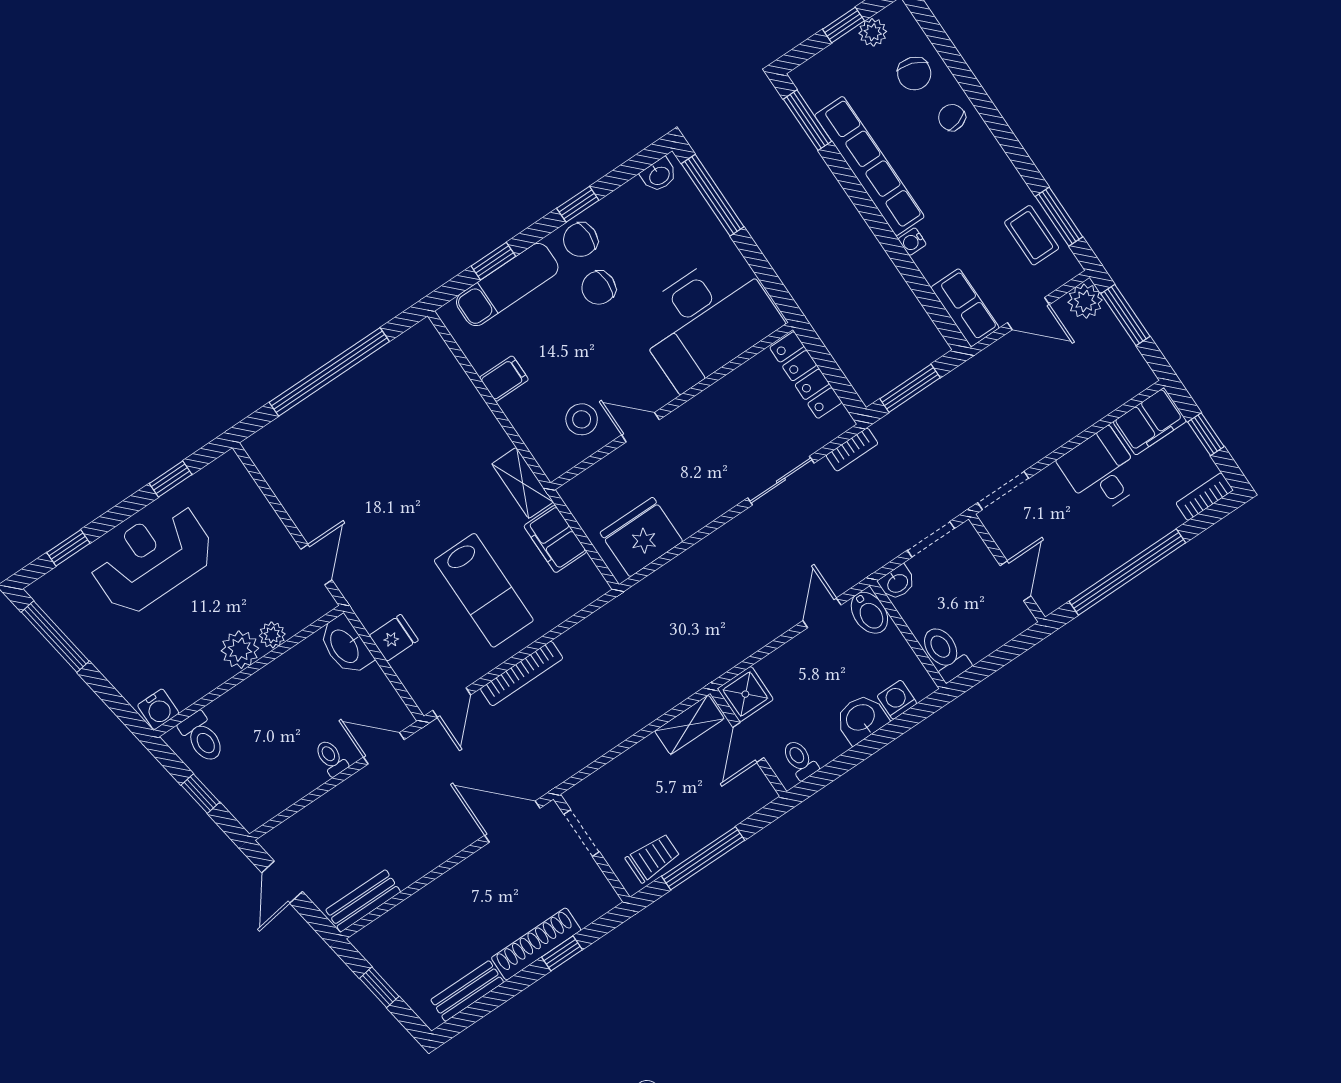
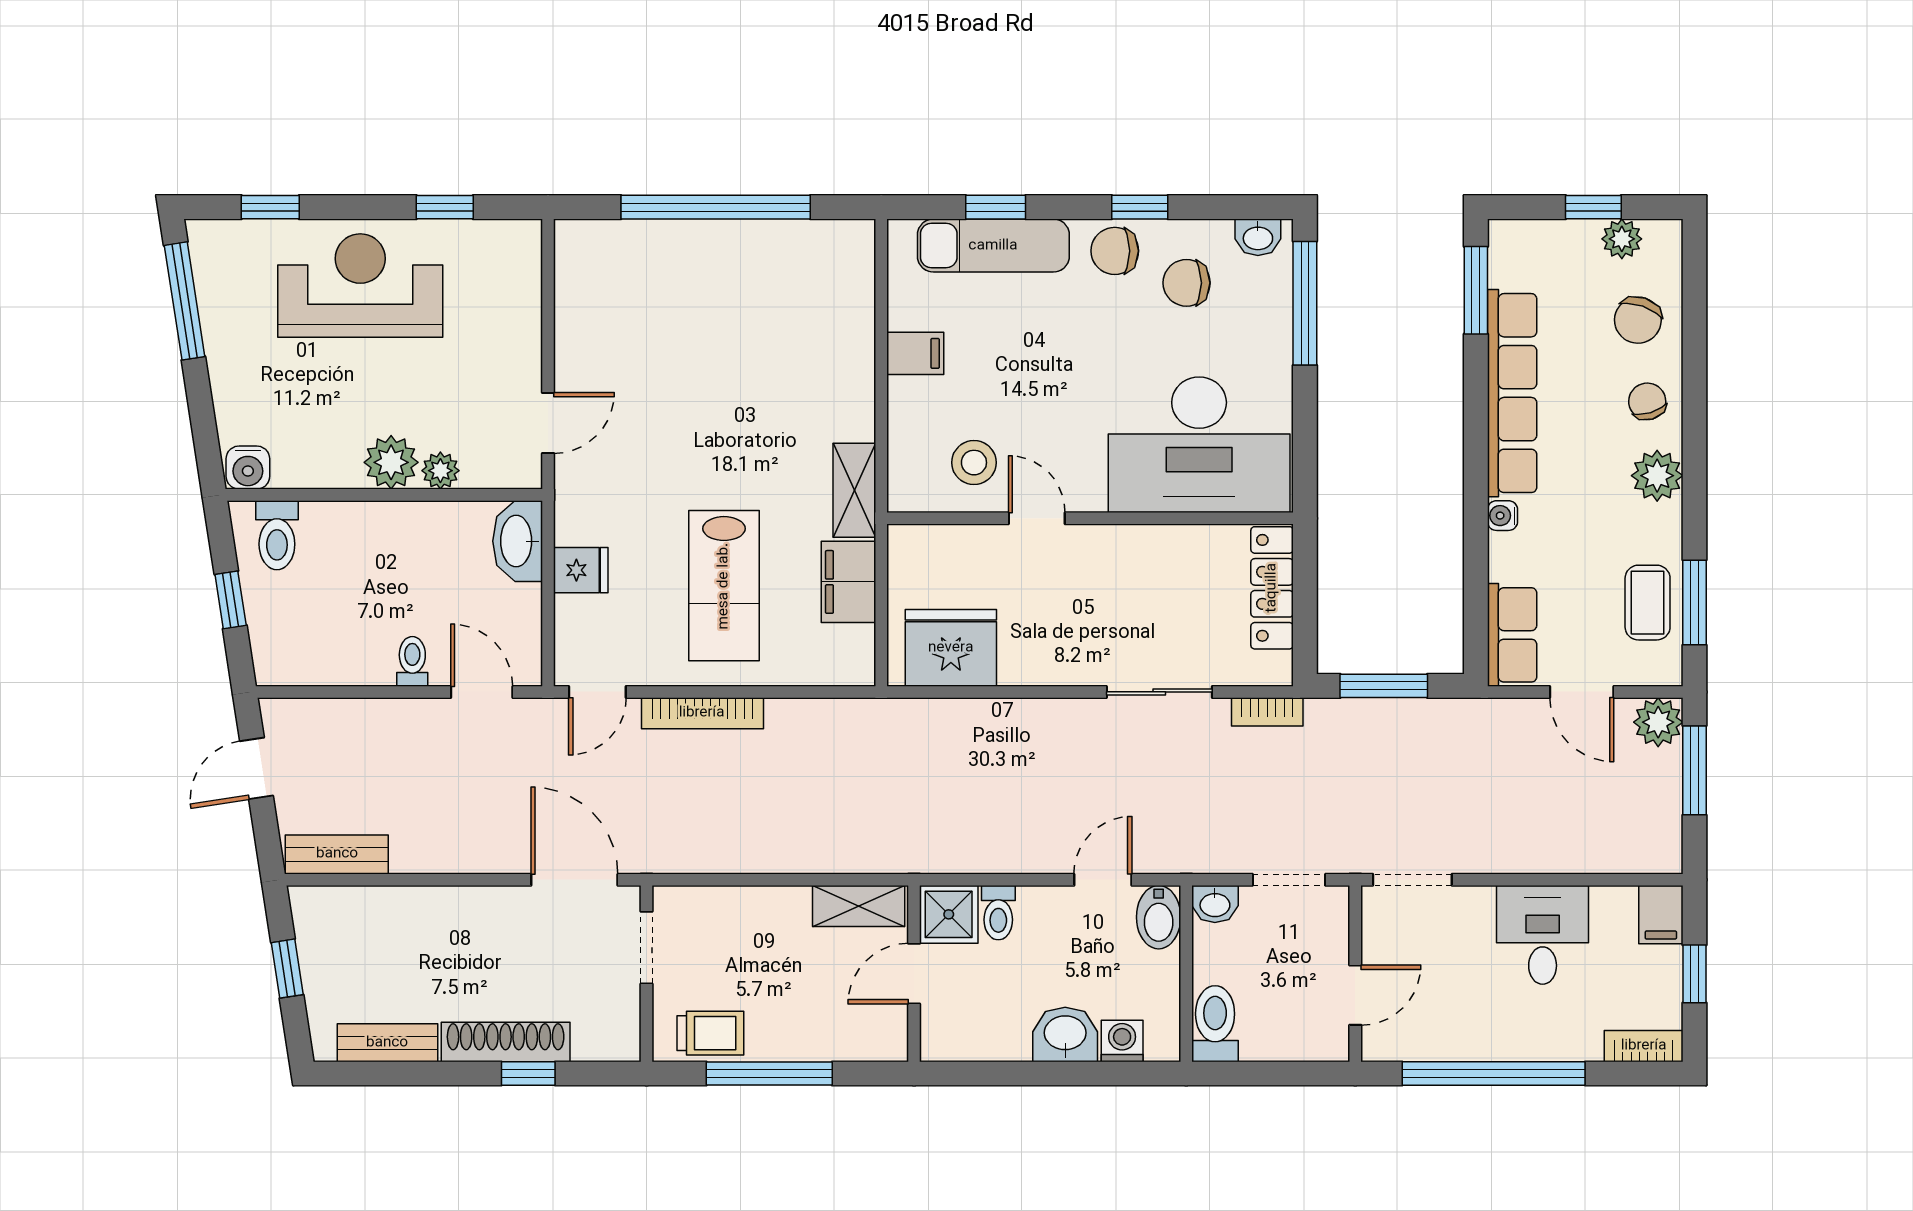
plant: (987, 157) -> (1657, 476), added
chair: (599, 288) -> (1187, 283), moved
filing cabinet: (1150, 421) -> (1661, 915), width x0.50
toilet: (800, 760) -> (998, 913), moved, turned 180

